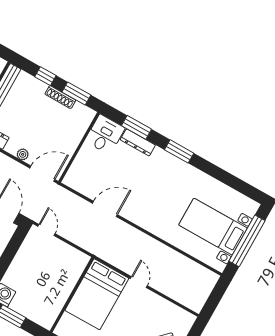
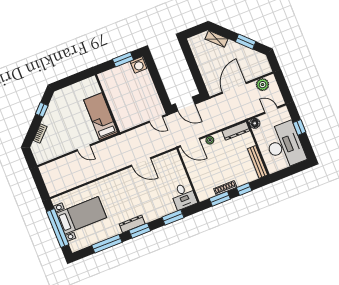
dresser: (138, 142) -> (132, 224), moved
door: (42, 174) -> (190, 143), hinge flipped
window: (221, 175) -> (107, 244), added
door: (105, 209) -> (141, 162), hinge flipped
bed: (97, 294) -> (101, 116), width x0.67

